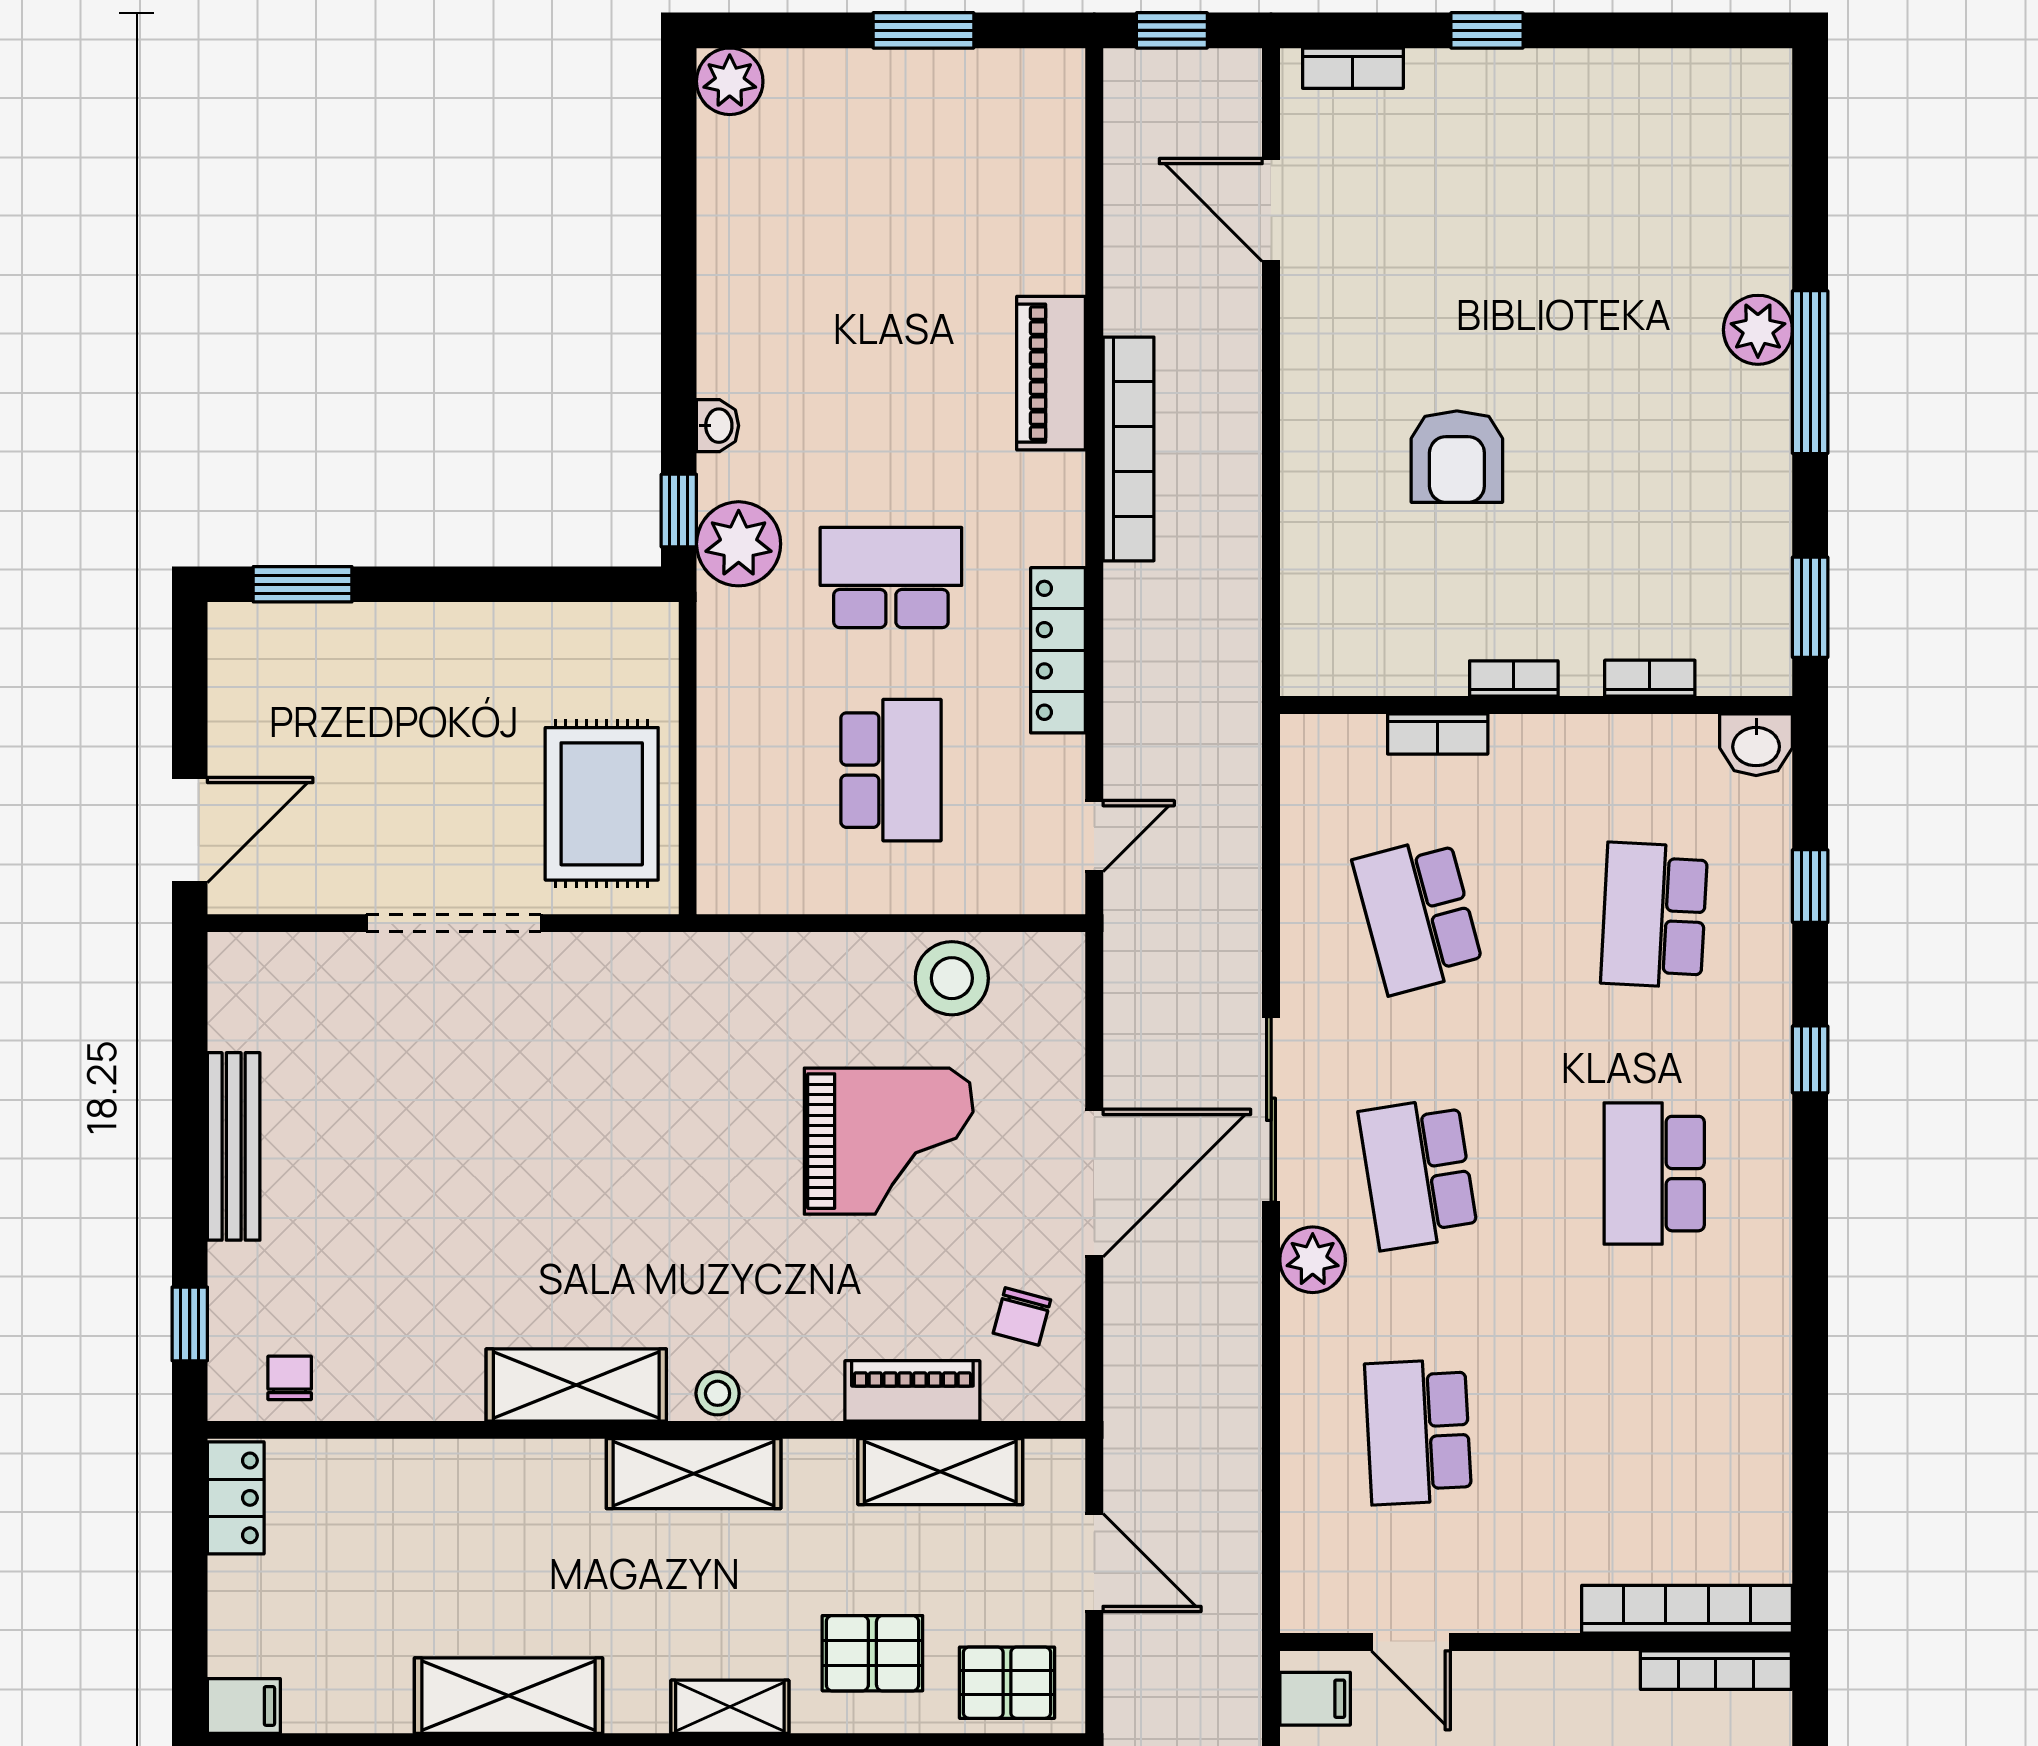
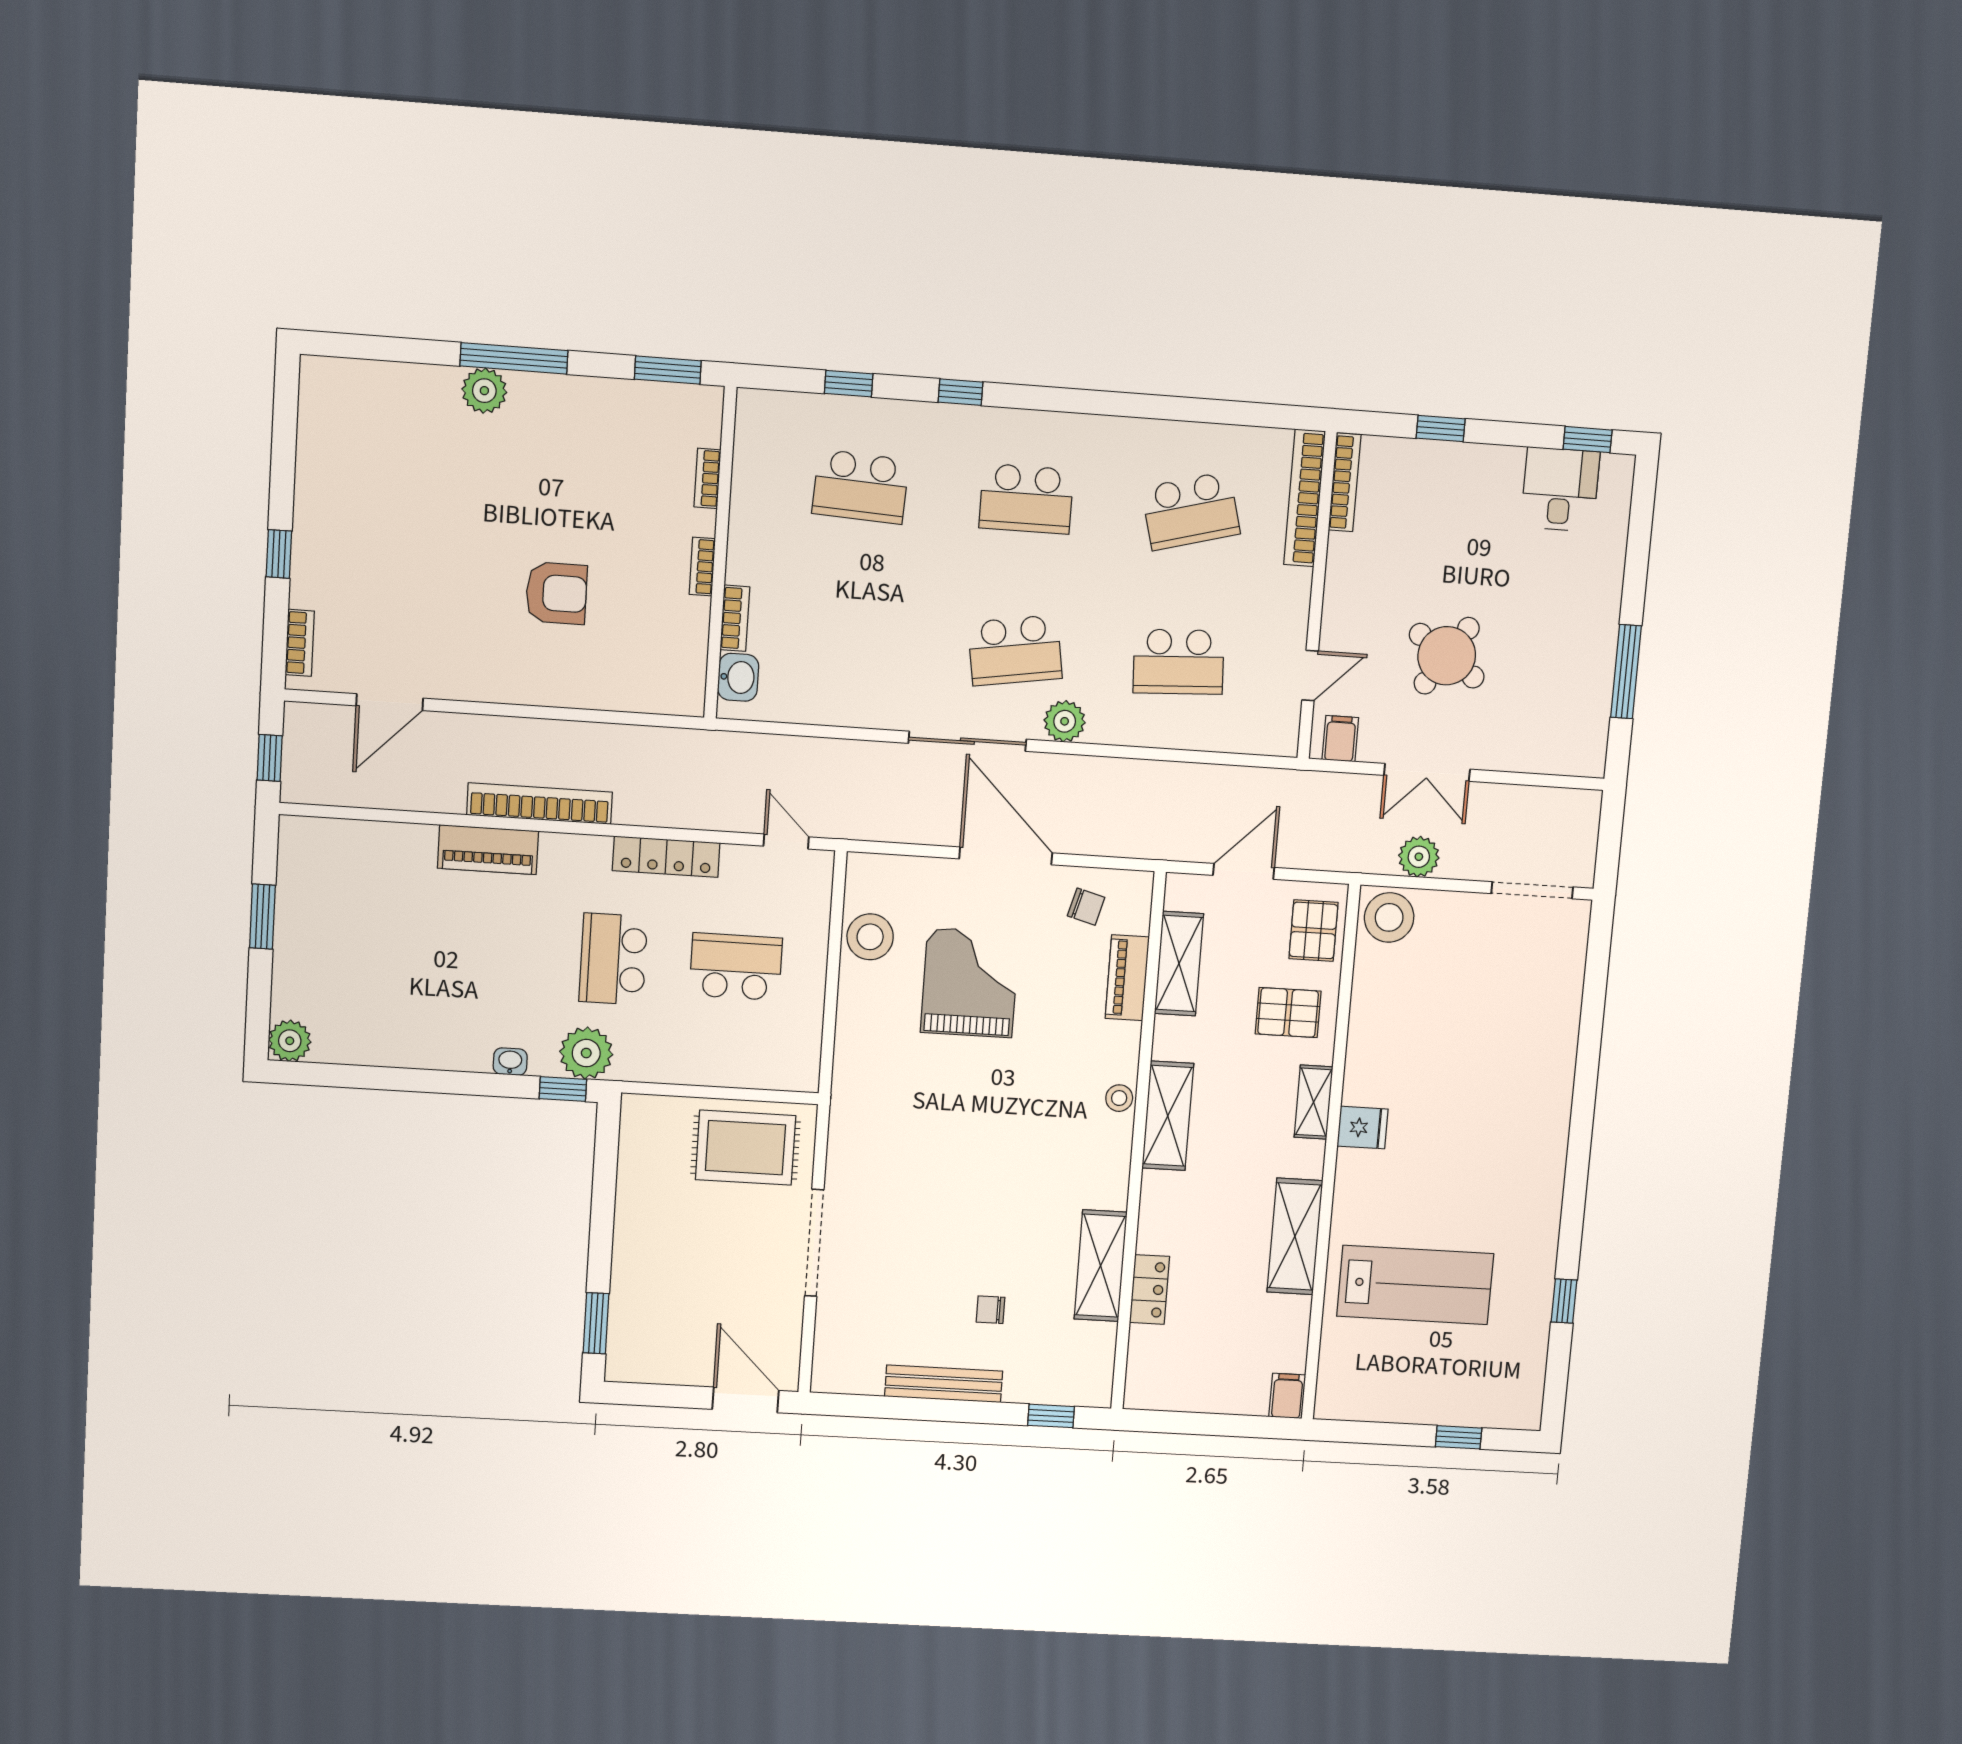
washbasin: (1756, 745) -> (738, 677), moved
school desk: (1418, 915) -> (1191, 511), moved
chair: (290, 1378) -> (990, 1310), moved
shelving: (576, 1385) -> (1101, 1266), moved
locker: (236, 1498) -> (1149, 1289), moved, turned 90
pallet: (872, 1653) -> (1288, 1013), turned 90

